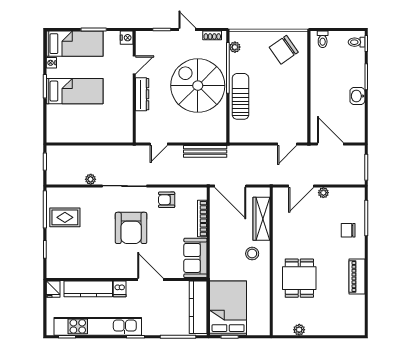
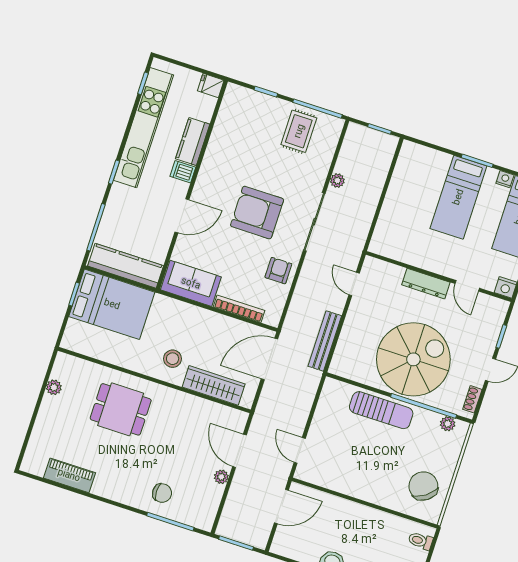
chair: (348, 230) -> (162, 493), turned 90
piano: (357, 277) -> (69, 475), moved
kitchen counter: (88, 289) -> (193, 142), width x0.67

